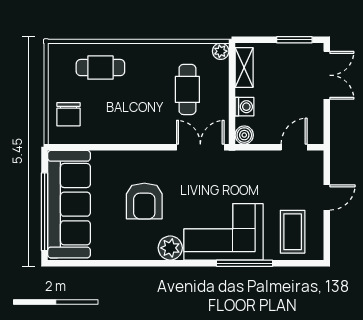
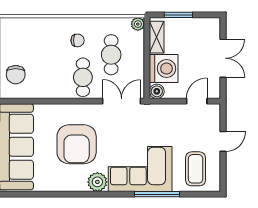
window: (294, 40) -> (178, 15), moved
cafe table: (100, 68) -> (83, 77), moved, turned 90
chair: (146, 72) -> (78, 40), added
double door: (327, 75) -> (223, 58), moved
washing machine: (245, 107) -> (164, 69), width x1.89, depth x1.89
armchair: (144, 201) -> (77, 144), width x1.36, depth x1.36

